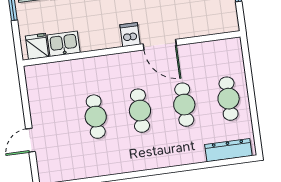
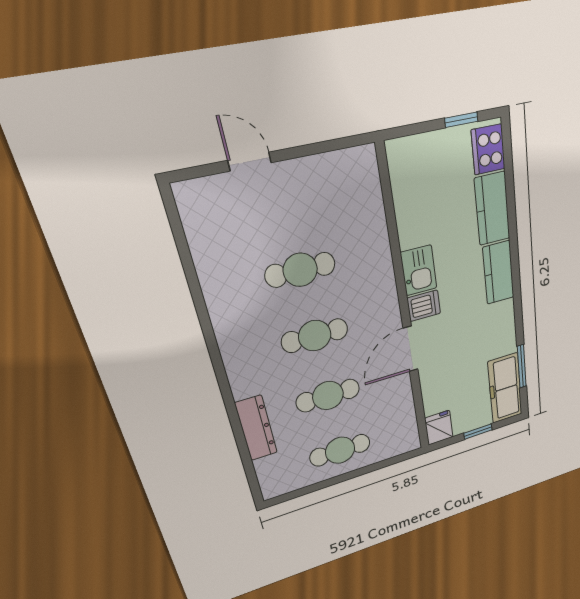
kitchen sink: (64, 44) -> (419, 270), moved
fridge: (37, 46) -> (439, 428), moved, turned -90
dresser: (228, 150) -> (256, 428), moved

